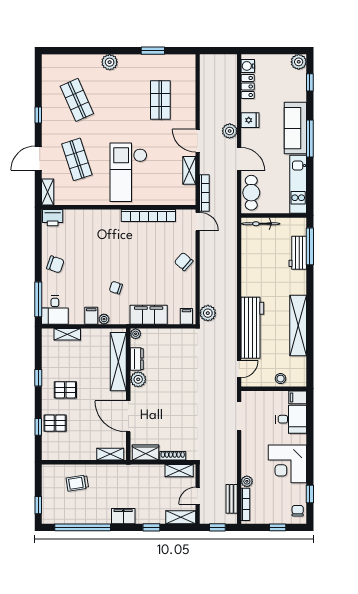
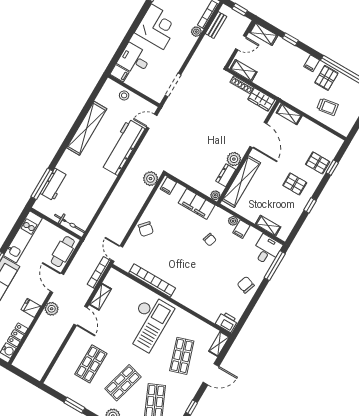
shop shelf: (119, 100) -> (123, 383), added
pallet: (95, 510) -> (326, 78), added
filing cabinet: (123, 516) -> (312, 63), width x0.50

